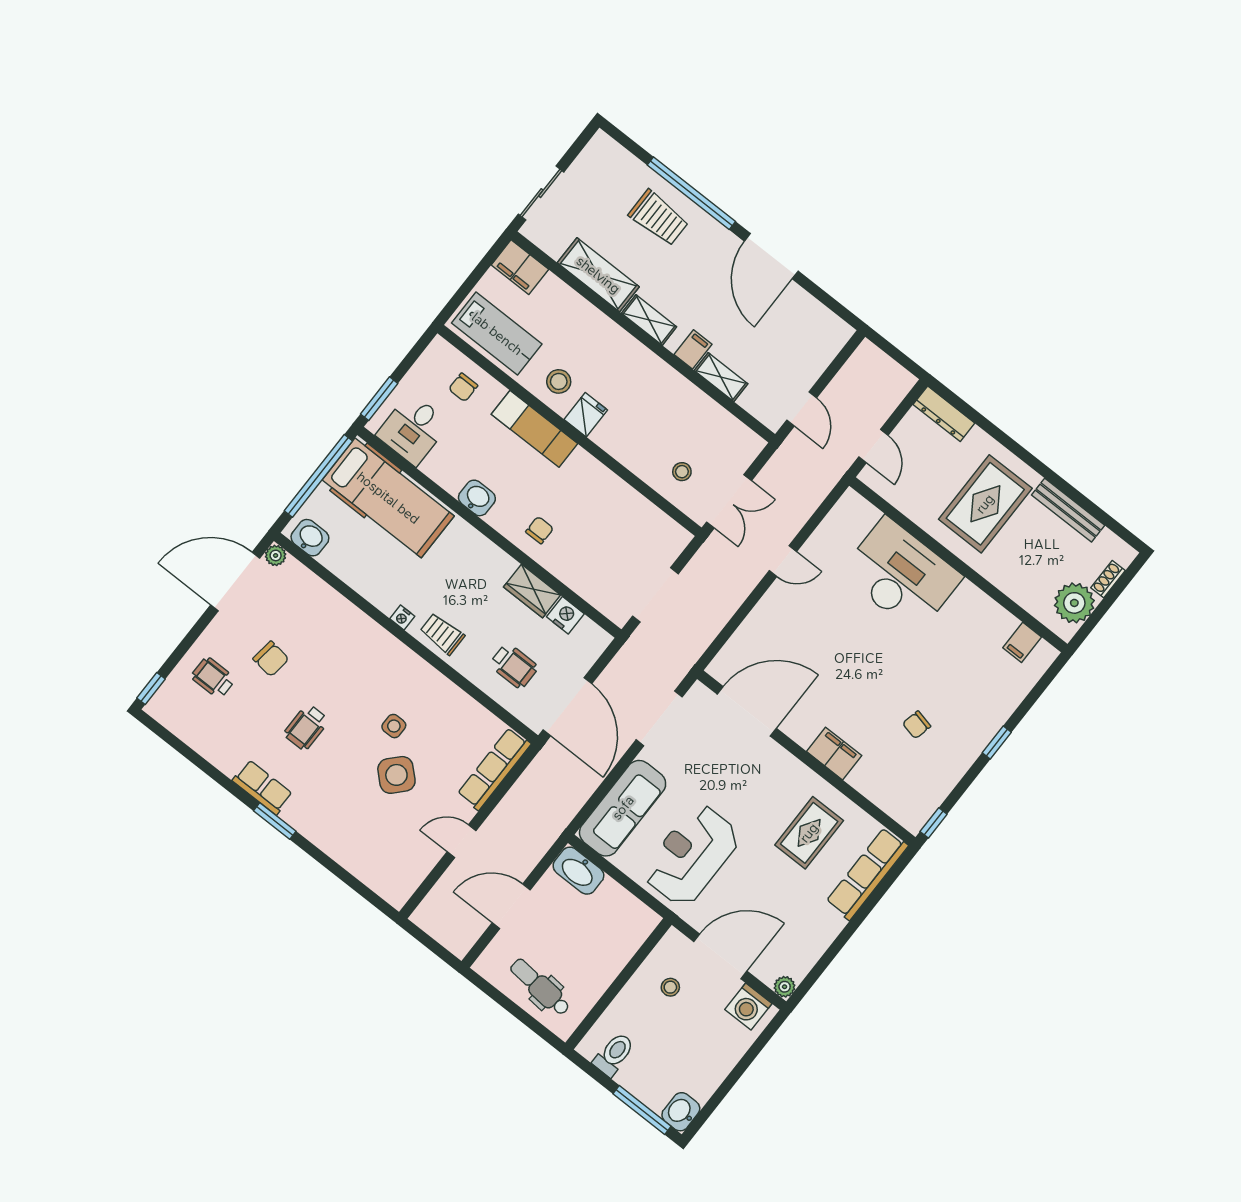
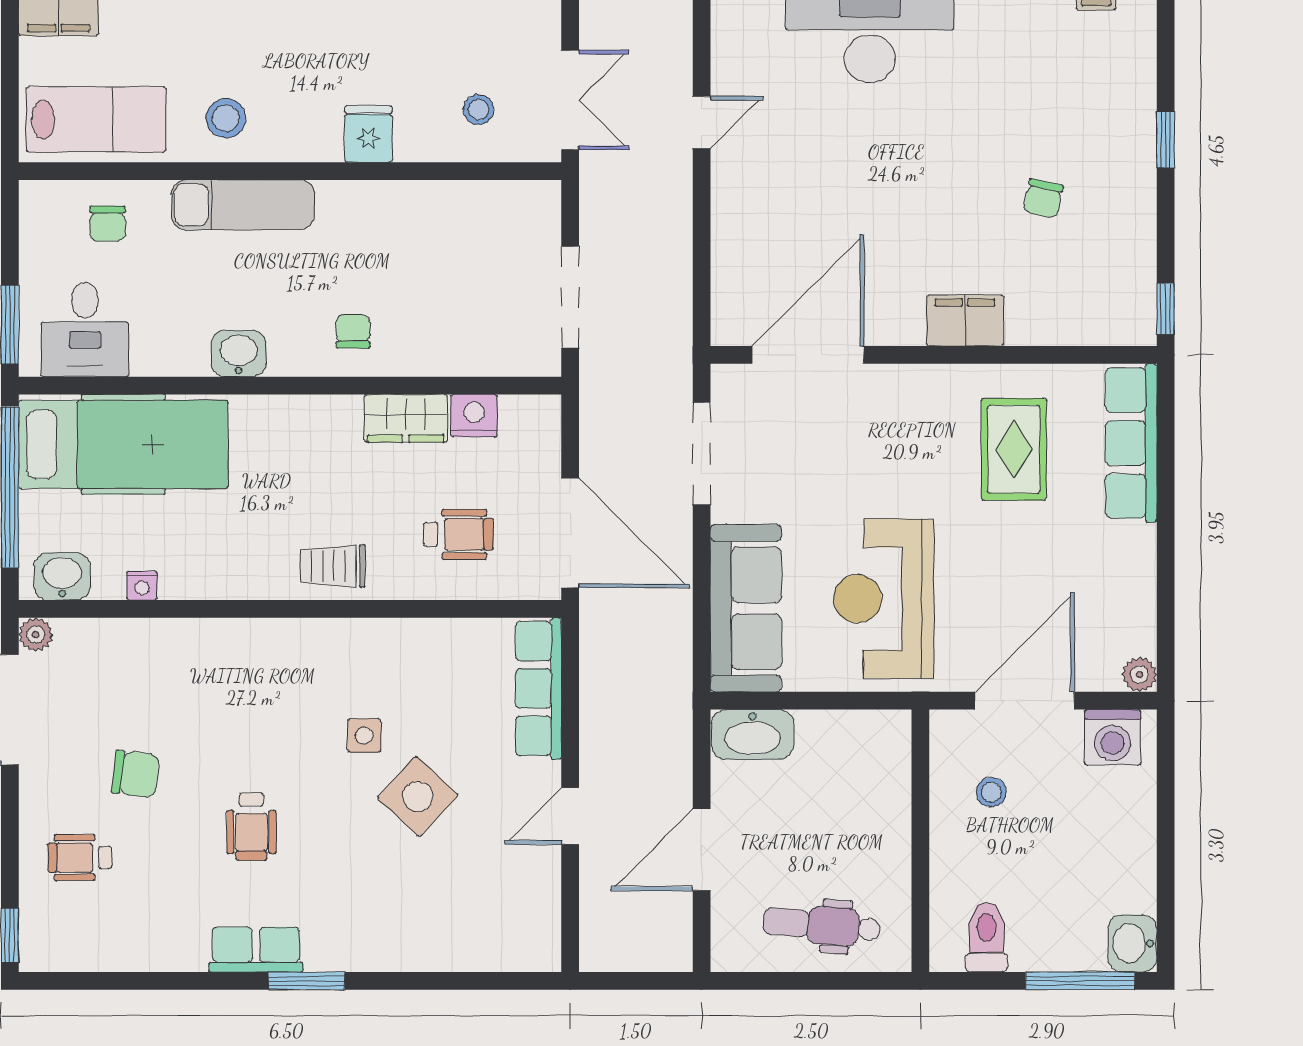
fridge: (586, 415) -> (368, 134), moved
nightstand: (402, 617) -> (142, 586), moved

